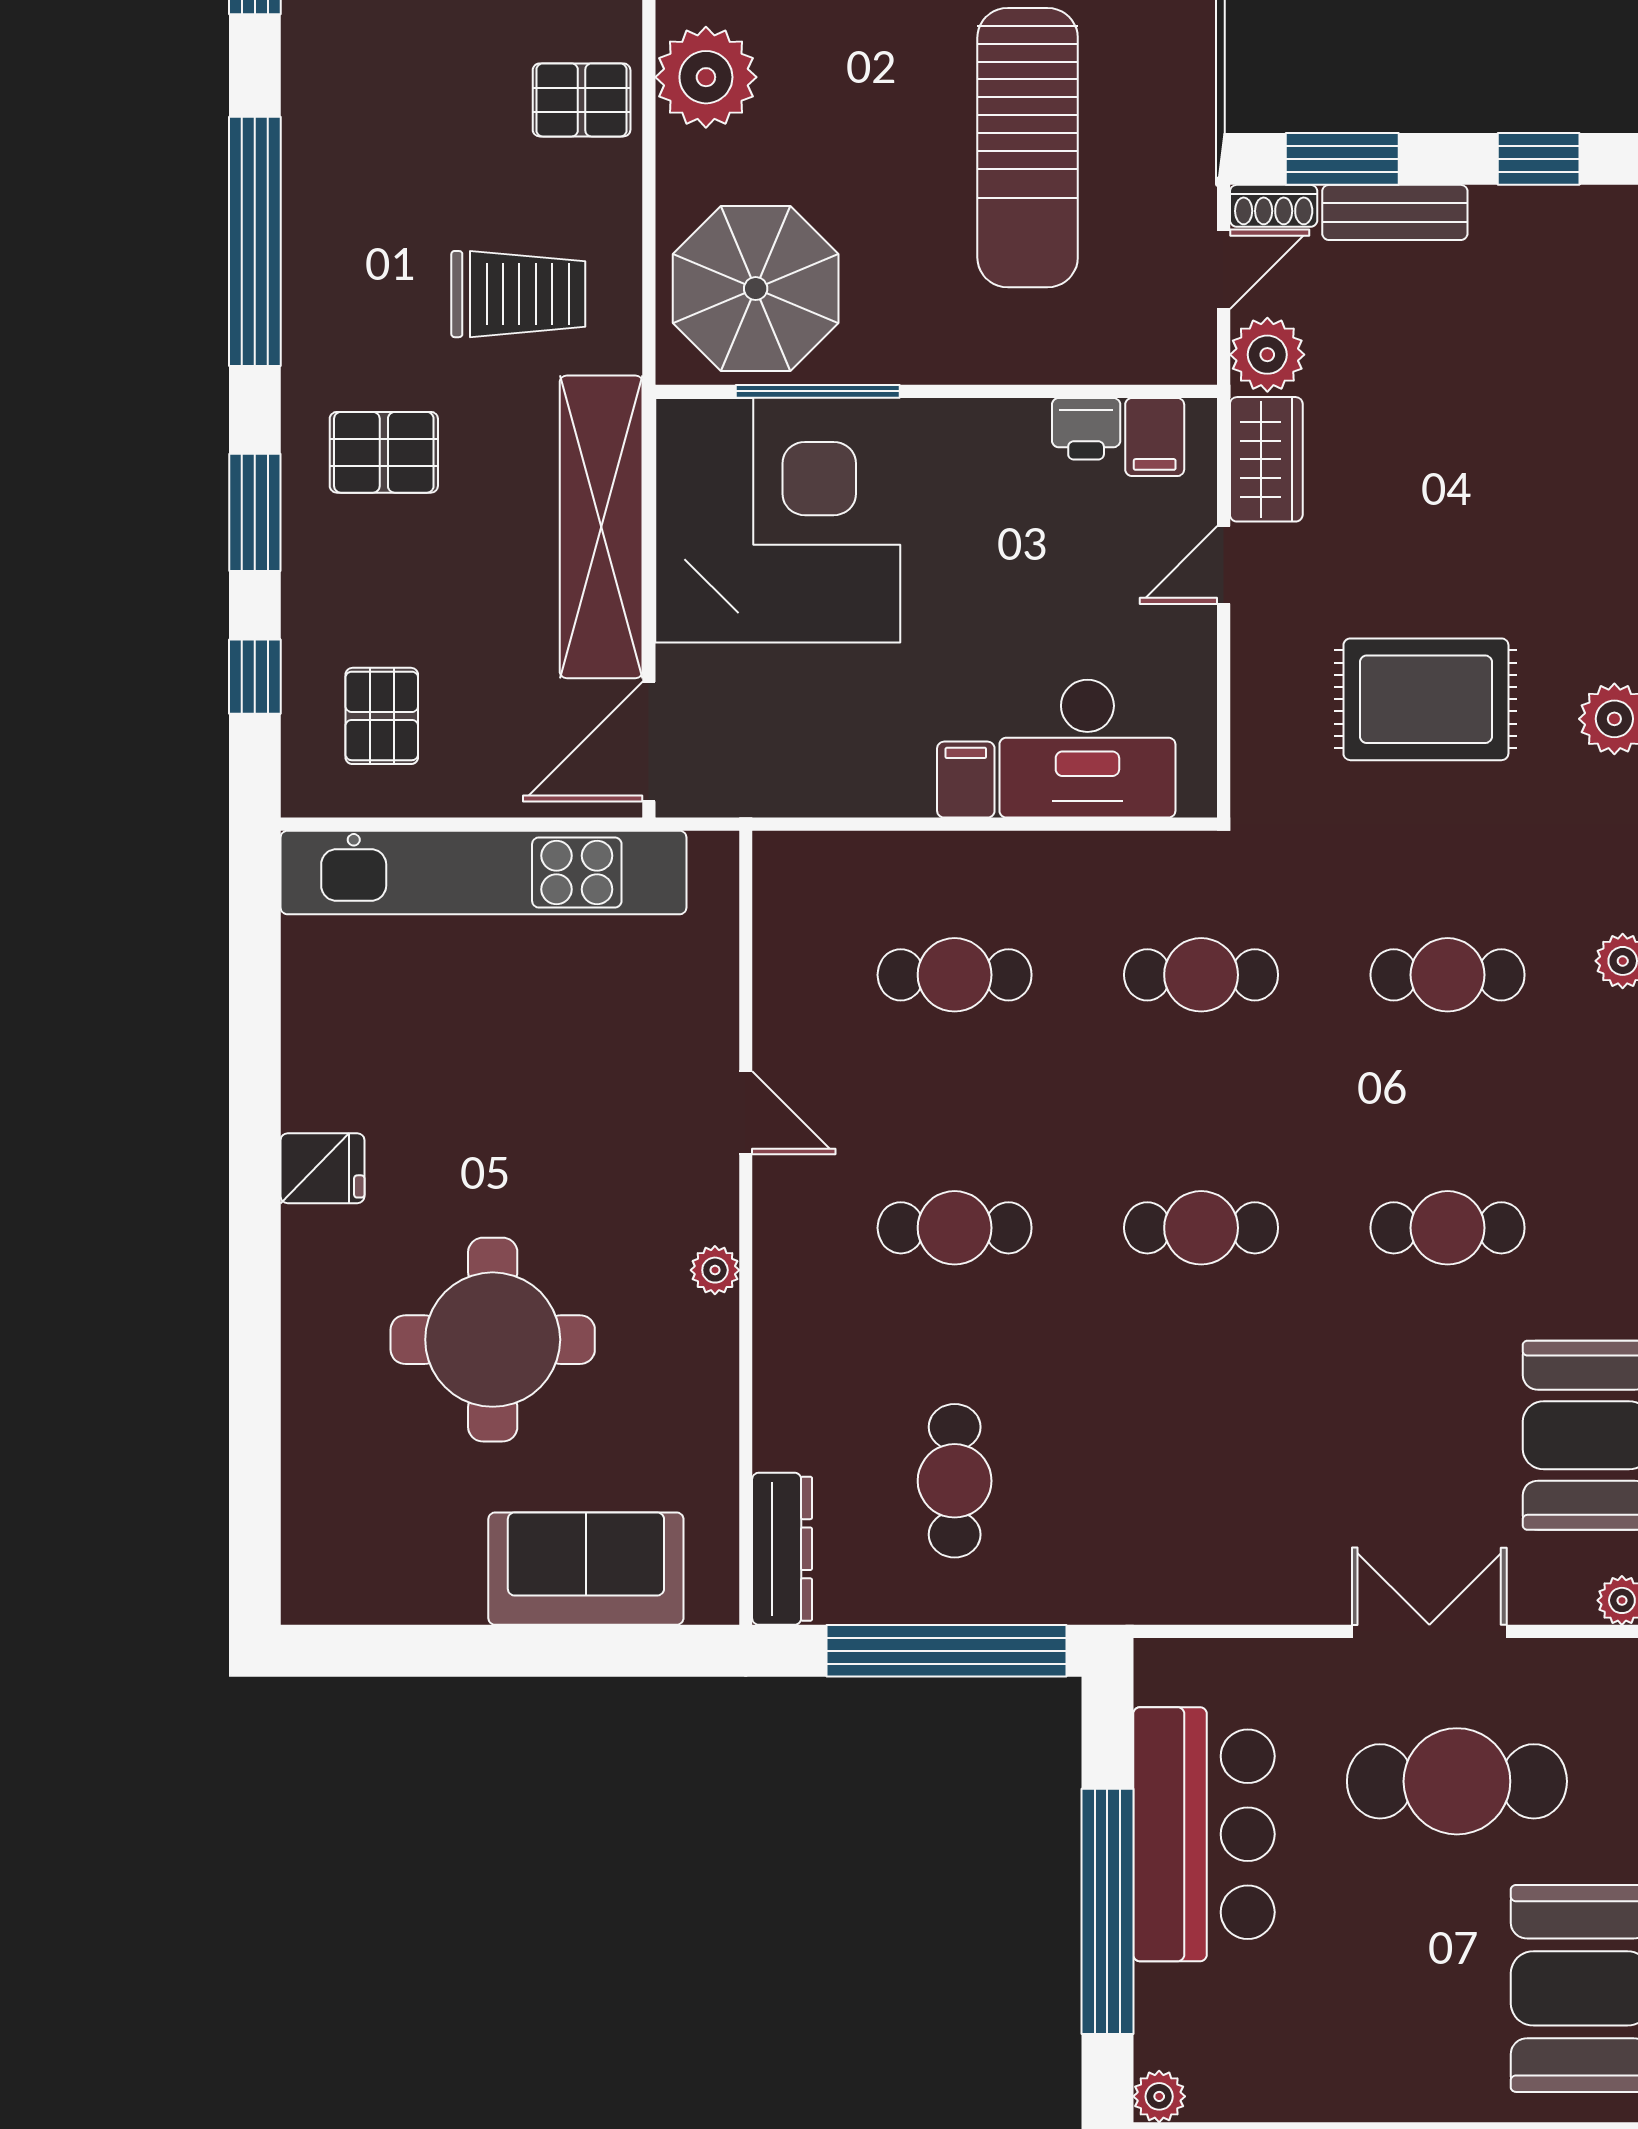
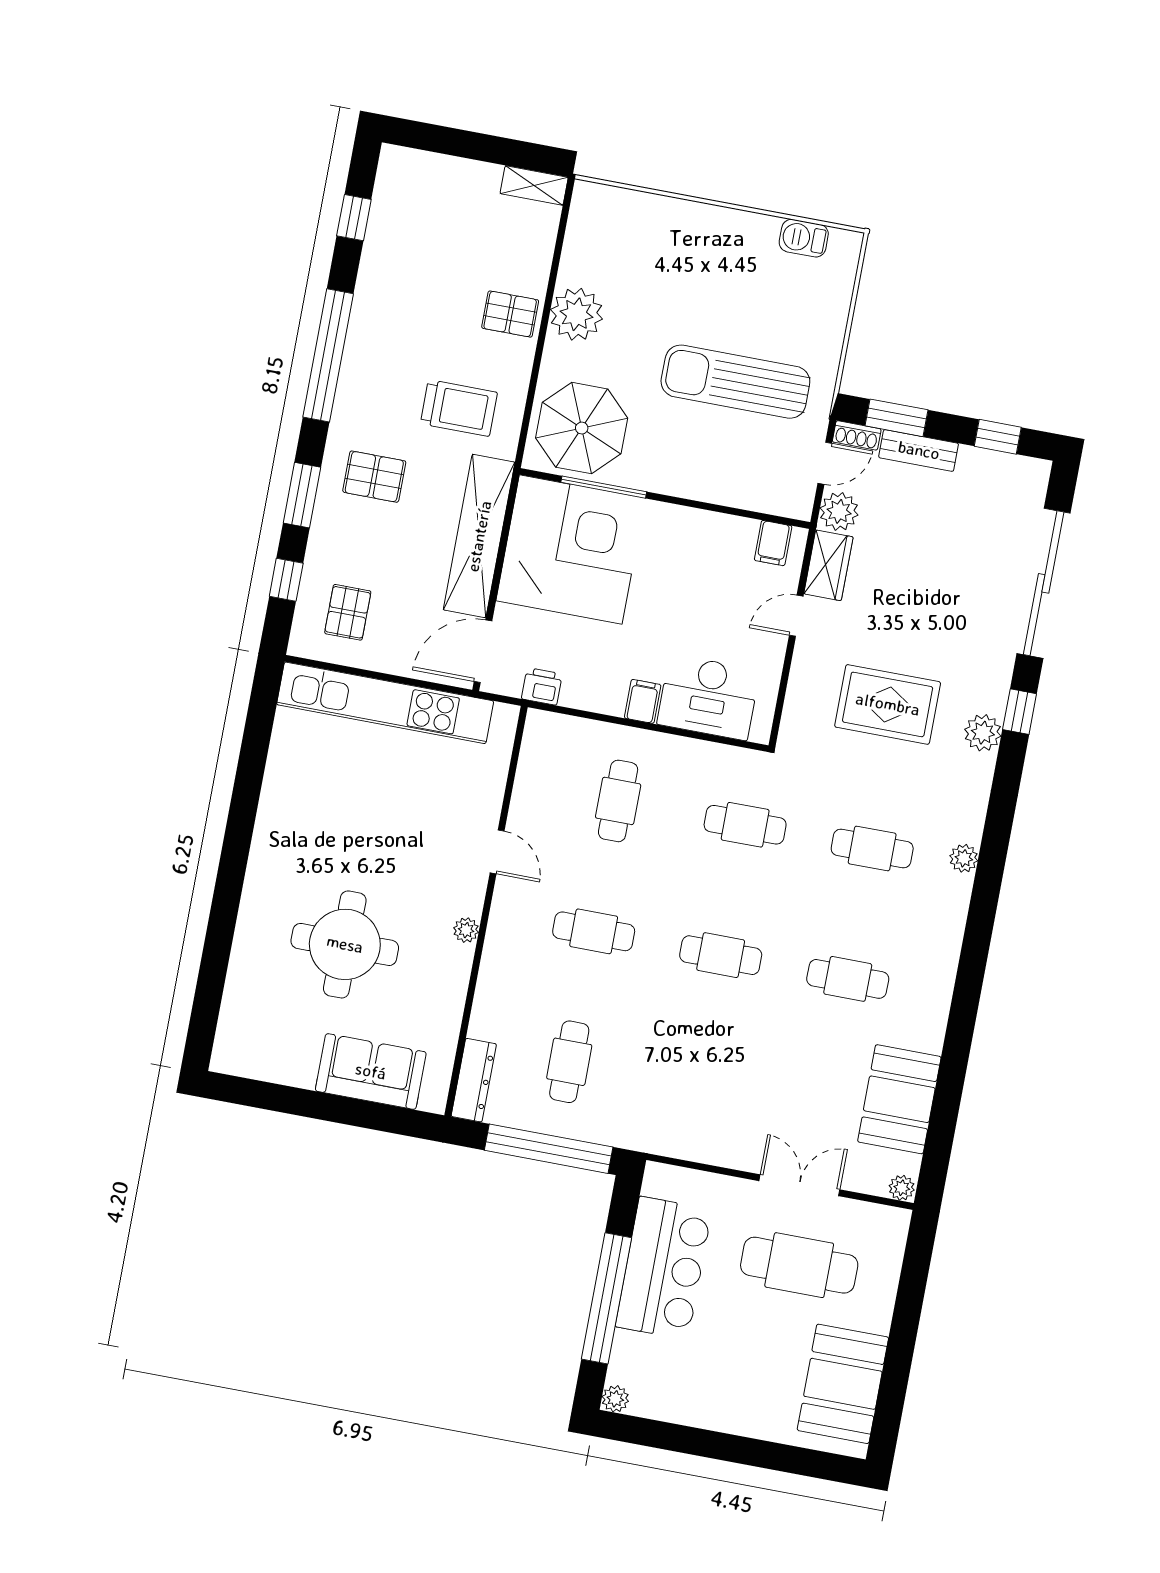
sun lounger: (1028, 148) -> (735, 382), turned 90
printer: (1086, 429) -> (542, 686), moved, turned 180
cafe table: (955, 975) -> (618, 801), turned 90
fridge: (322, 1168) -> (274, 840), removed

